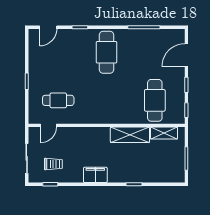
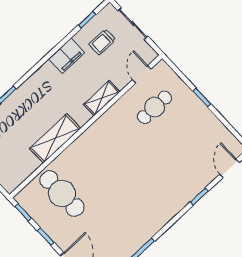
cafe table: (107, 52) -> (151, 196), removed
shelving: (164, 133) -> (102, 98), moved
filing cabinet: (95, 175) -> (67, 56), moved

